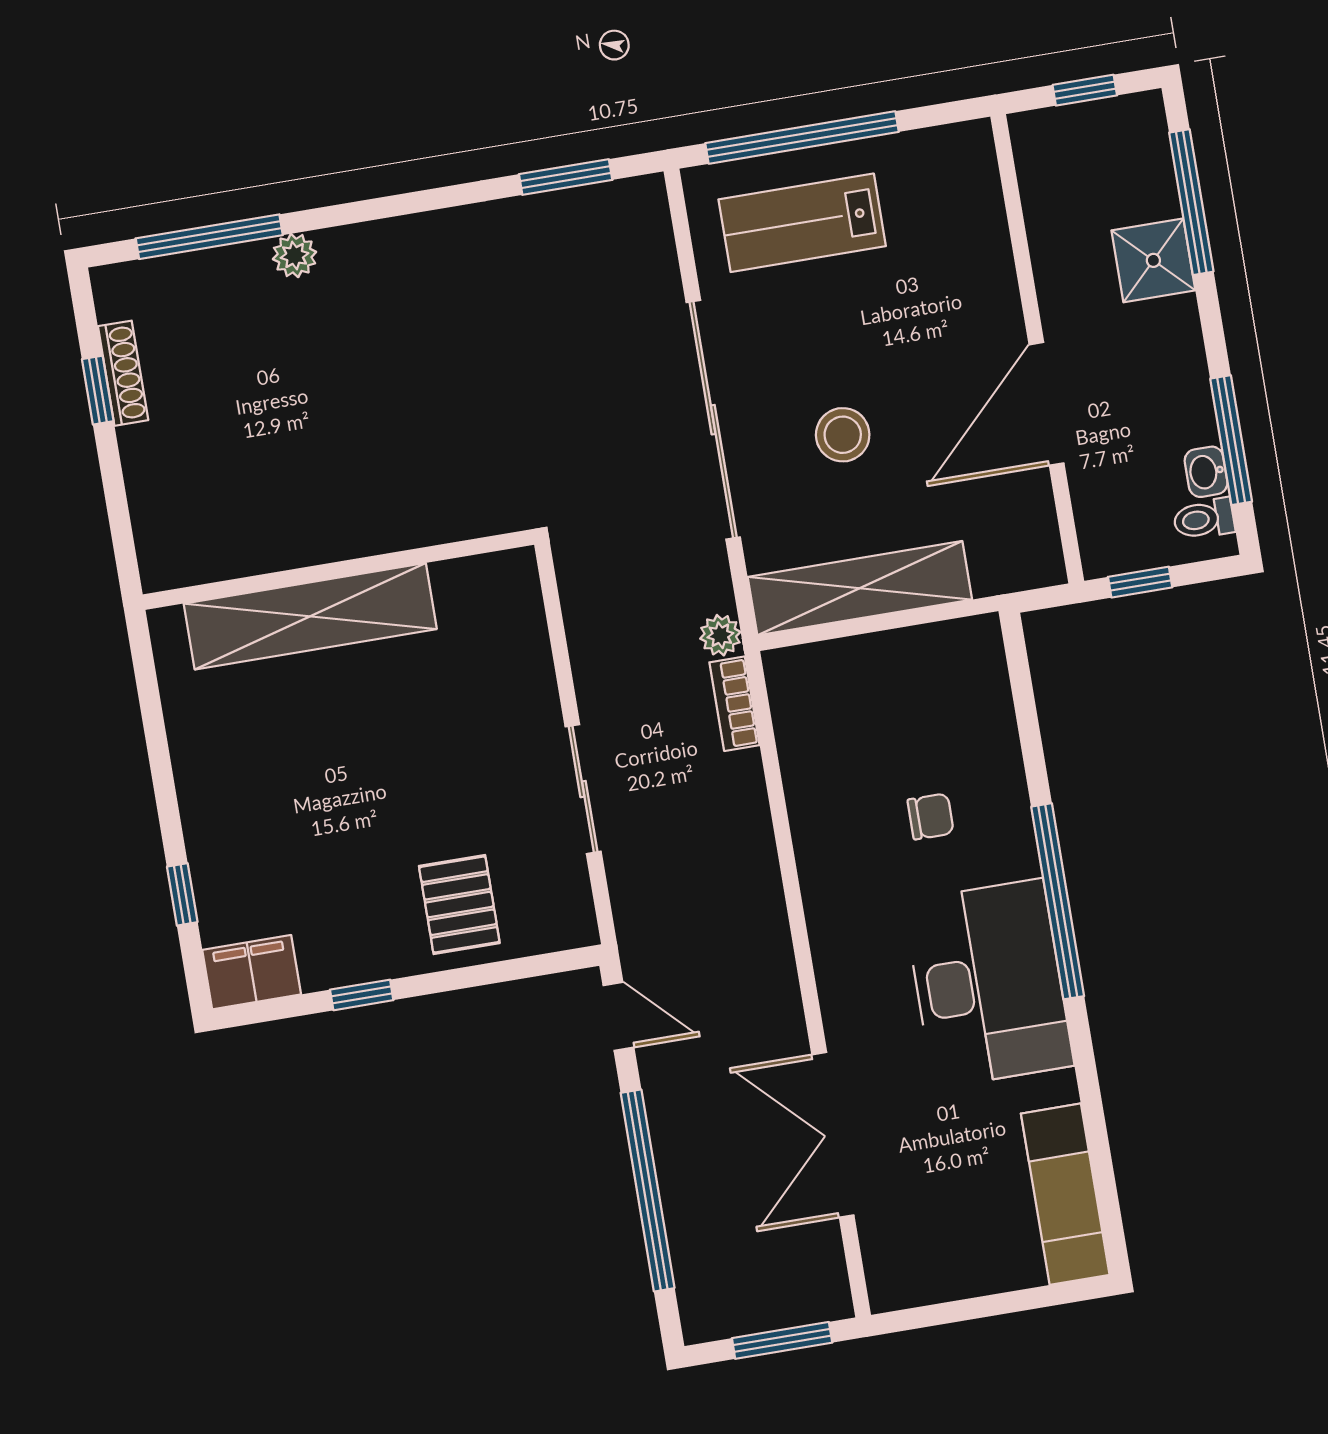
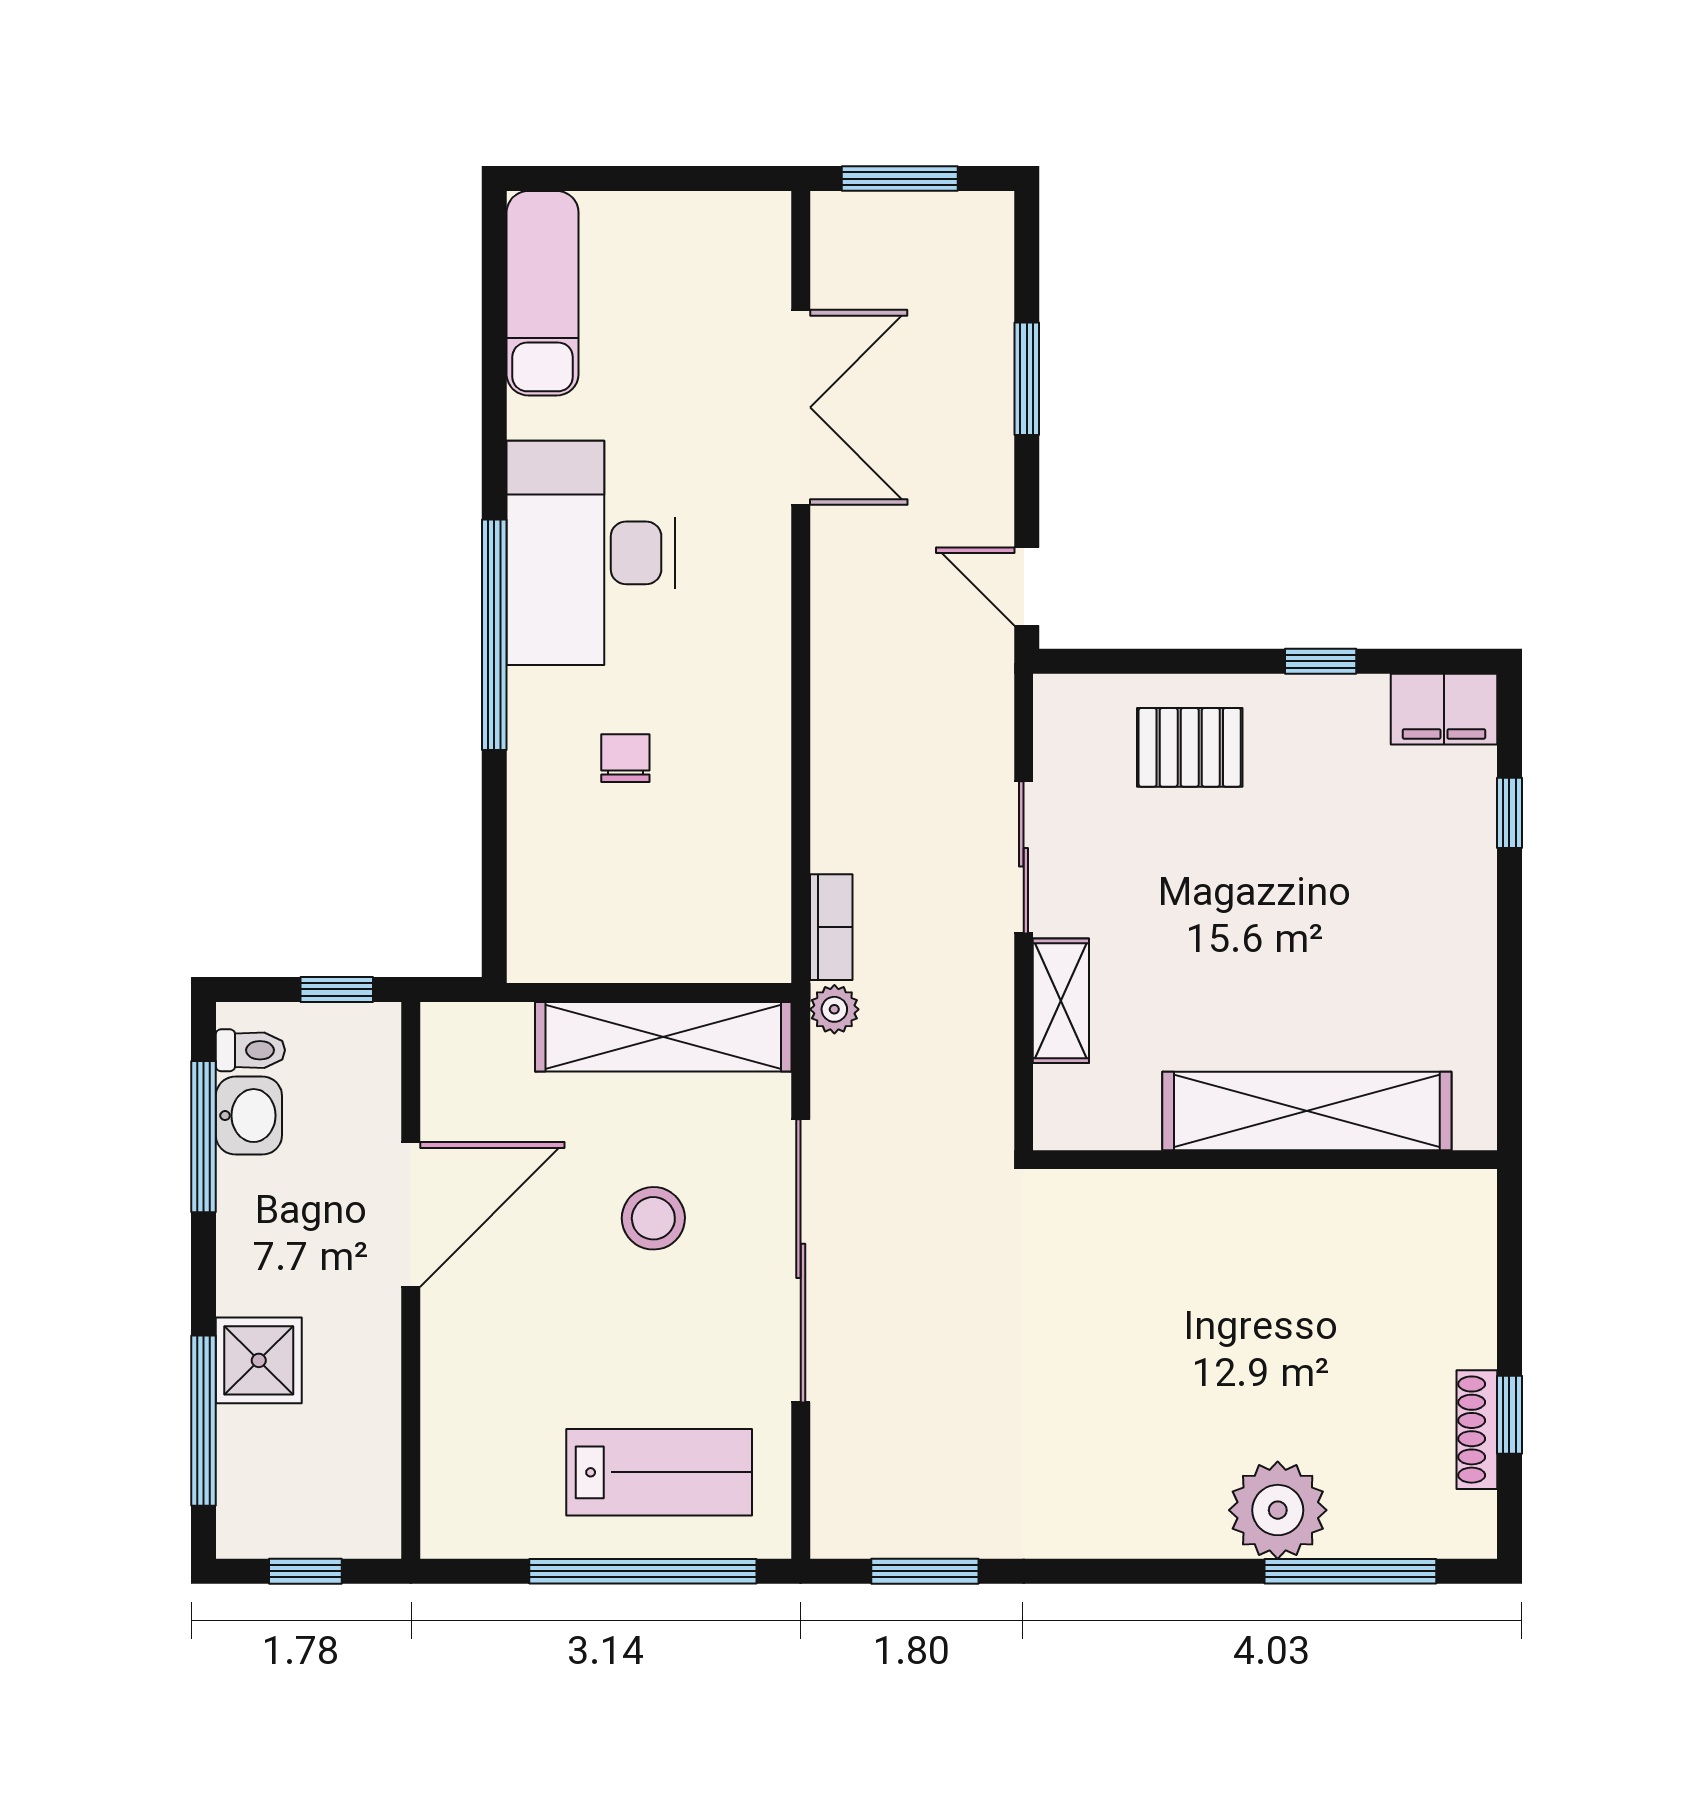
plant: (295, 256) -> (1278, 1510), width x1.88, depth x1.88
washbasin: (1206, 472) -> (249, 1116), width x1.38, depth x1.45
shelving: (532, 674) -> (1061, 1001), added
chair: (931, 816) -> (625, 758), turned 90
pallet: (459, 905) -> (1190, 747), turned 90
window: (648, 1190) -> (1027, 379), width x0.47

